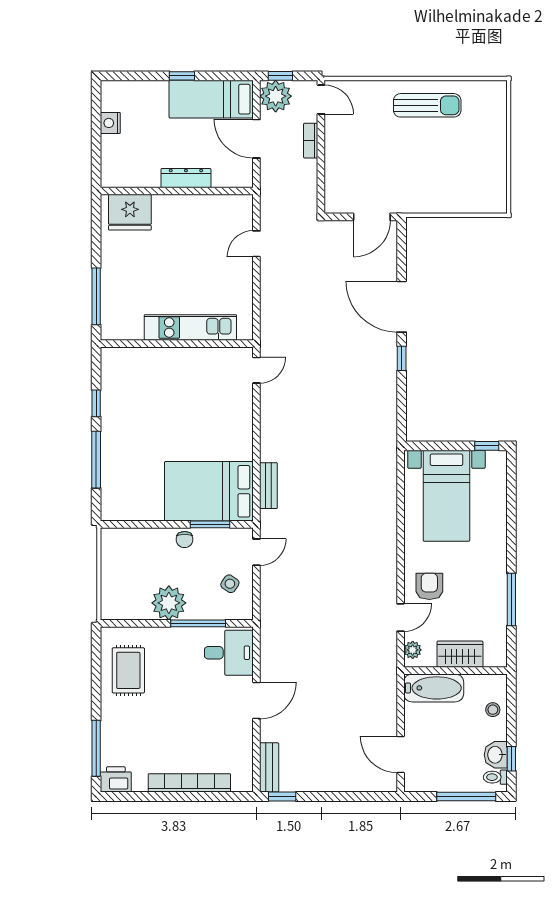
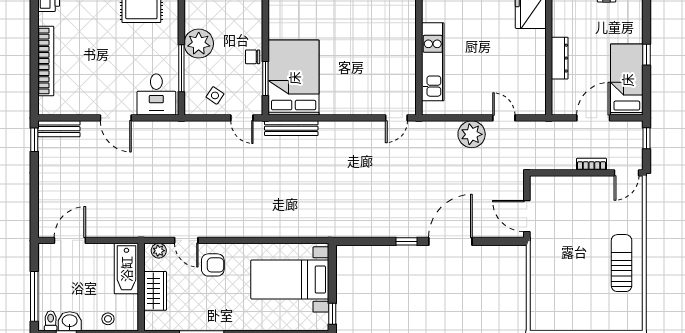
plant: (276, 96) -> (472, 134), moved
sun lounger: (427, 105) -> (622, 263), turned 180
door: (256, 370) -> (396, 118), hinge flipped
bench: (268, 486) -> (291, 128), width x1.36

